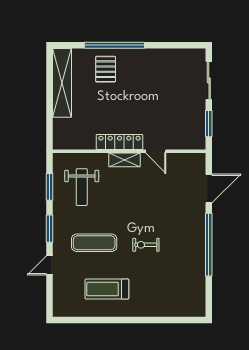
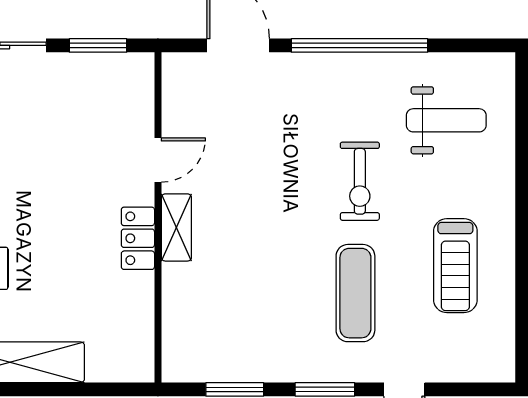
locker: (119, 142) -> (138, 238), width x0.66
weight bench: (82, 187) -> (446, 120), moved
exercise bike: (146, 245) -> (360, 181), width x1.38, depth x1.39

